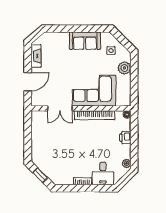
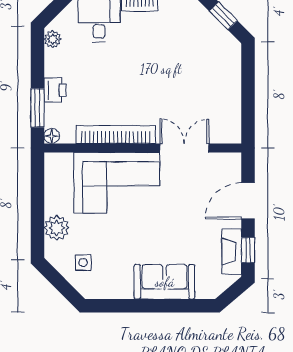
sofa: (85, 41) -> (165, 282), moved
window: (28, 57) -> (248, 250), added
window: (134, 129) -> (37, 108), added

